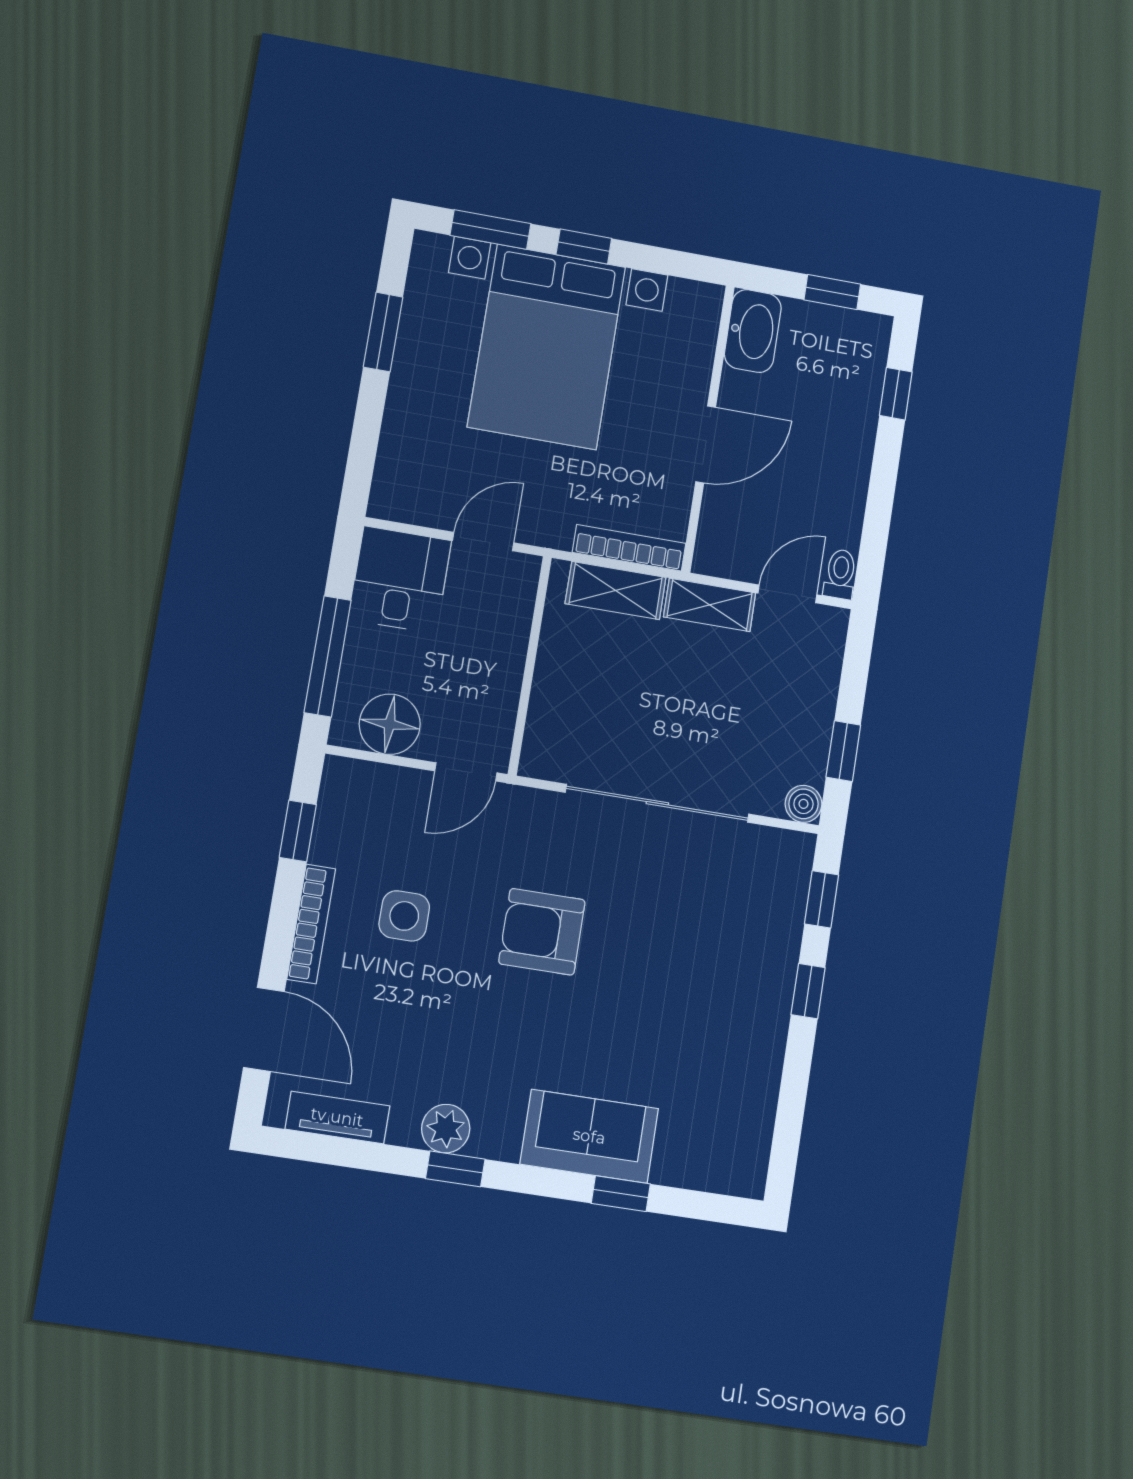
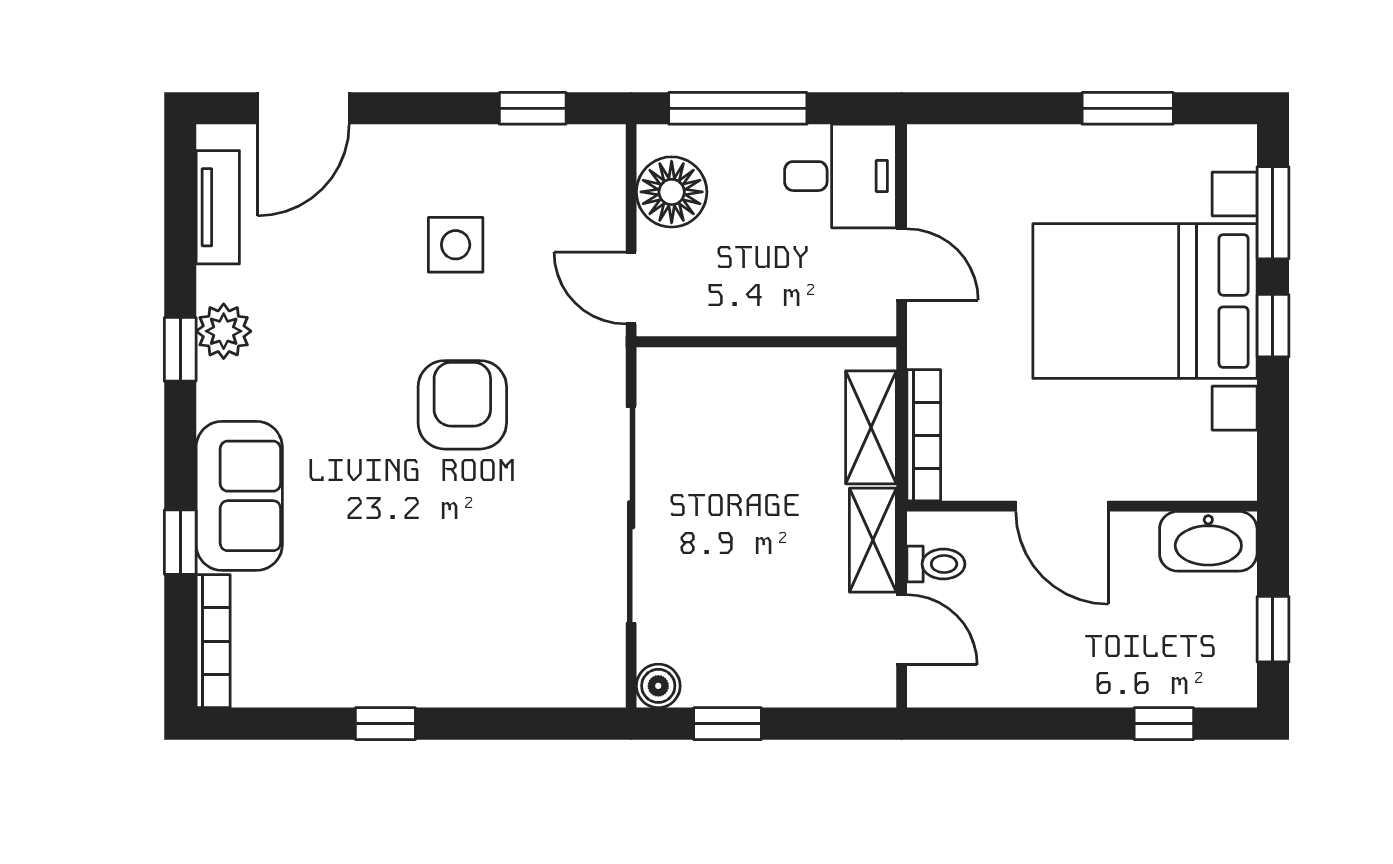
toilet: (840, 574) -> (936, 564), moved
window: (822, 899) -> (551, 724), removed
bookcase: (311, 924) -> (213, 641), moved, turned -90
window: (808, 991) -> (385, 724), moved

